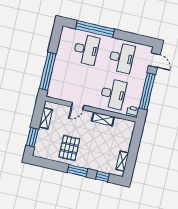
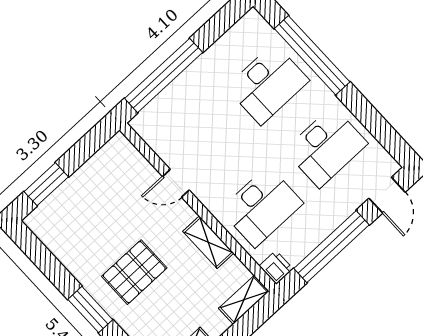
shelving: (46, 118) -> (244, 300), moved
pallet: (69, 148) -> (134, 272), moved

